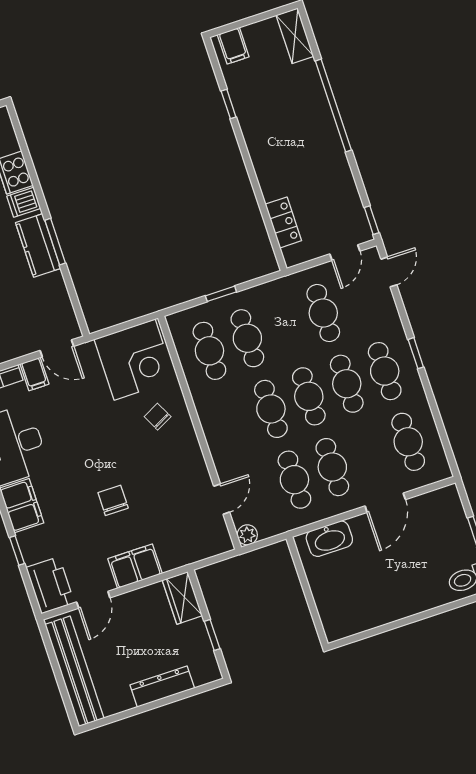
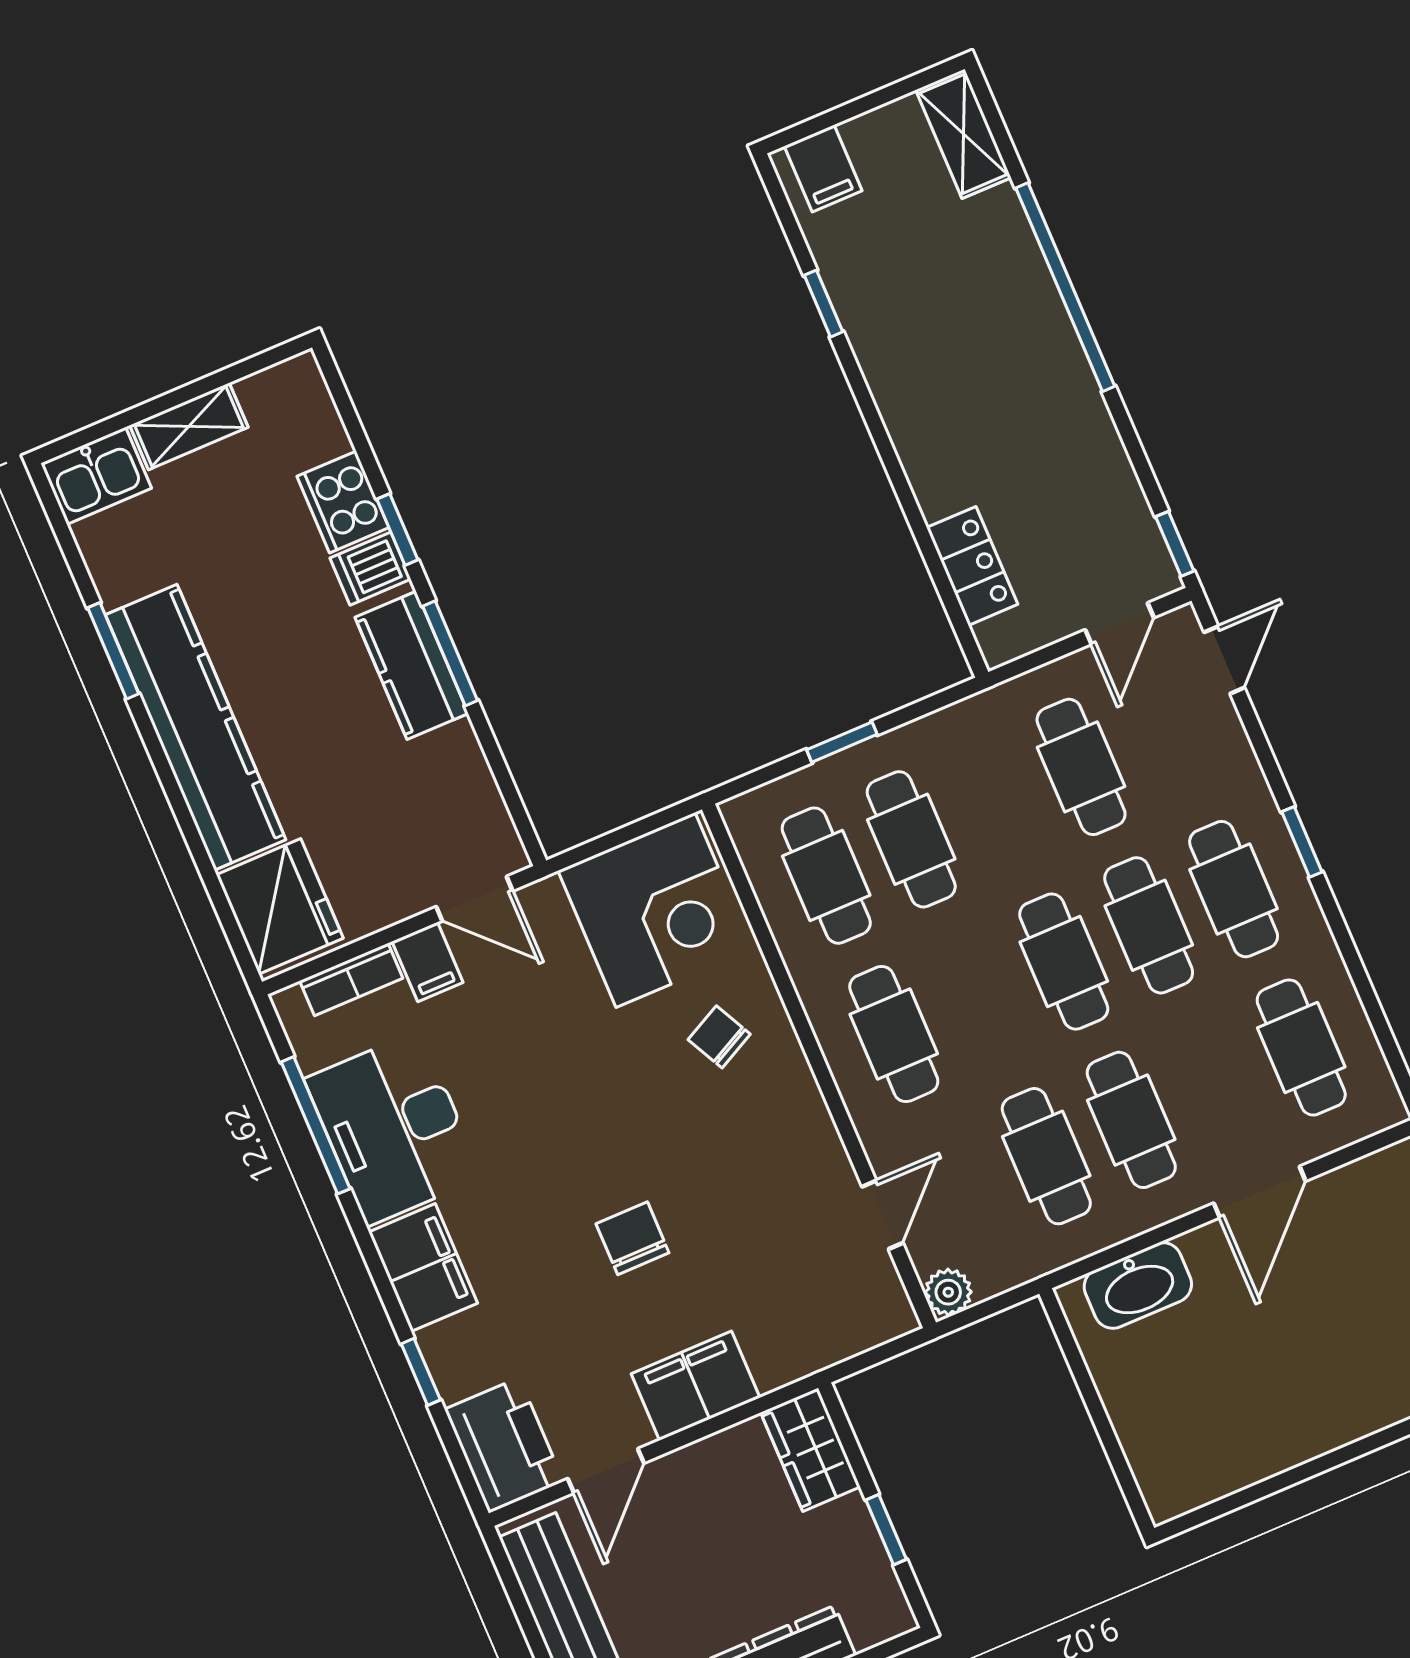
window: (37, 186) -> (397, 529), added
cafe table: (271, 409) -> (894, 1034), moved

